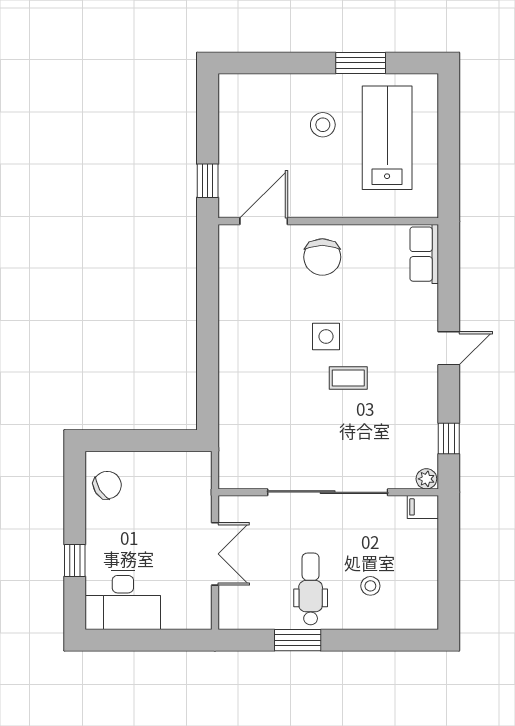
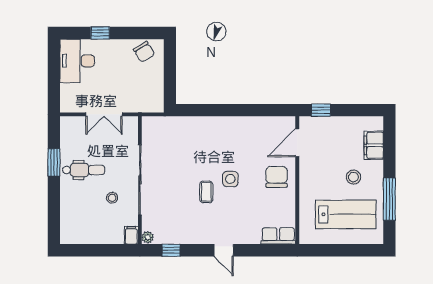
window: (361, 63) -> (389, 199), width x1.44
filing cabinet: (268, 90) -> (374, 145), added
door: (264, 221) -> (297, 143), swing flipped
chair: (322, 257) -> (277, 177), turned 90
stool: (370, 586) -> (112, 198), moved

